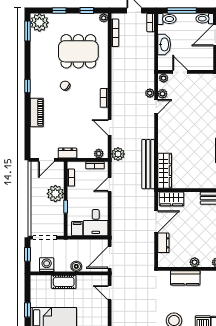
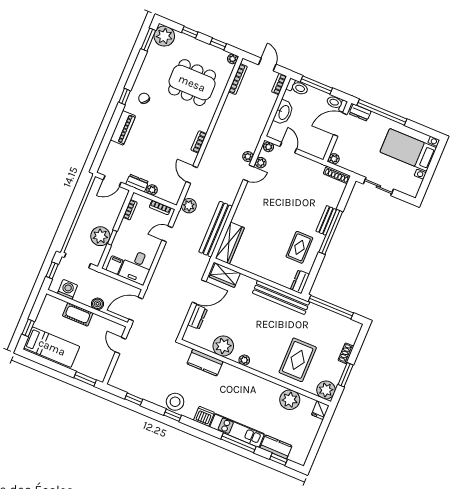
chair: (65, 86) -> (144, 98), moved
plant: (99, 154) -> (152, 190), moved
plant: (55, 194) -> (100, 236), moved
plant: (195, 262) -> (223, 346), width x1.88, depth x1.88

